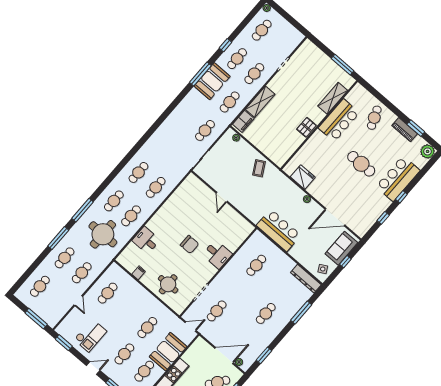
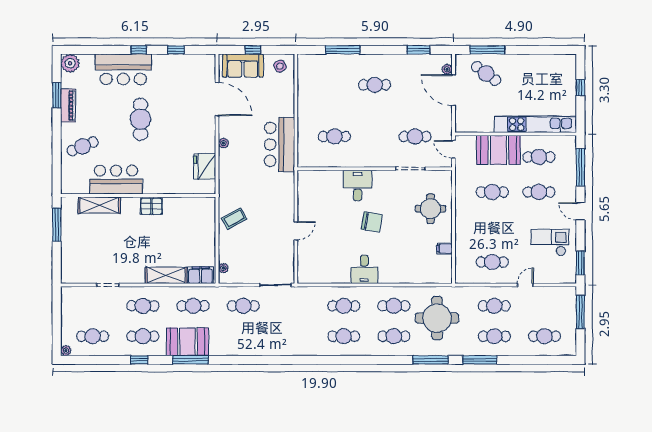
desk: (146, 240) -> (364, 269), moved
chair: (190, 244) -> (372, 222), turned 100
dresser: (306, 279) -> (305, 75), removed

